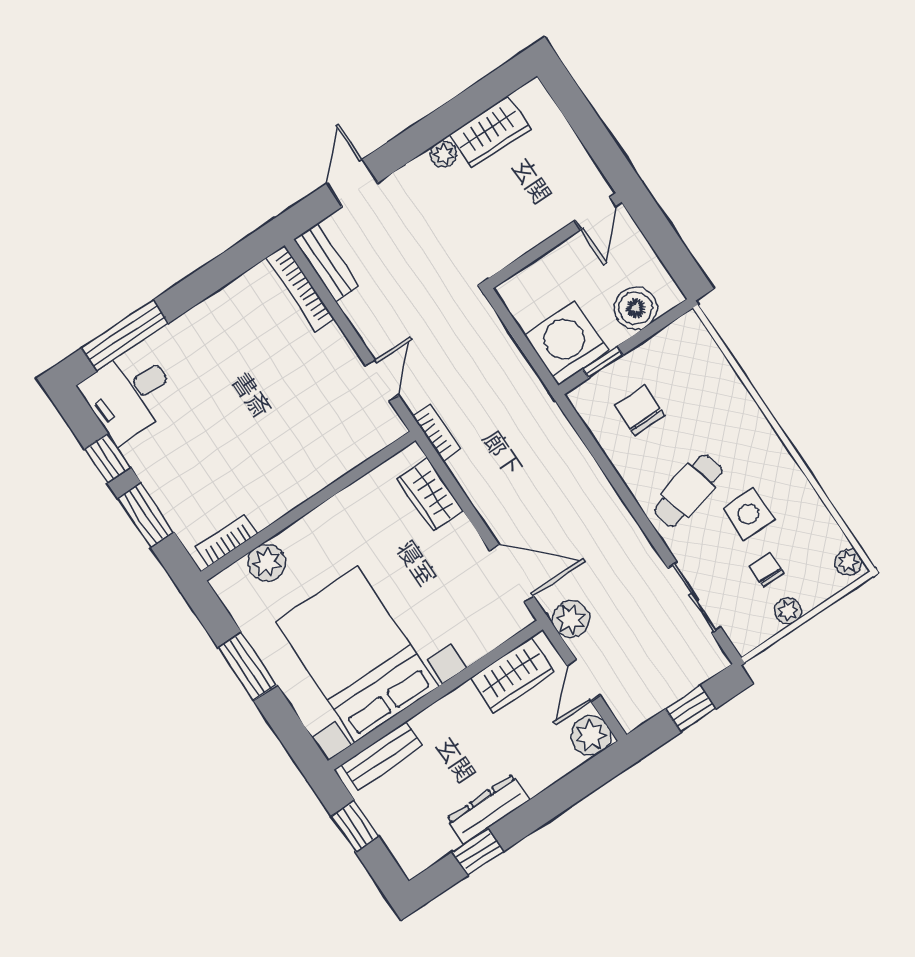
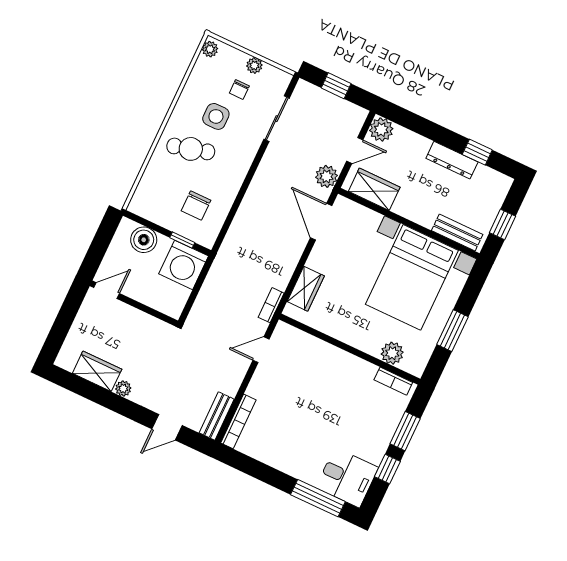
cafe table: (688, 491) -> (191, 149), moved

